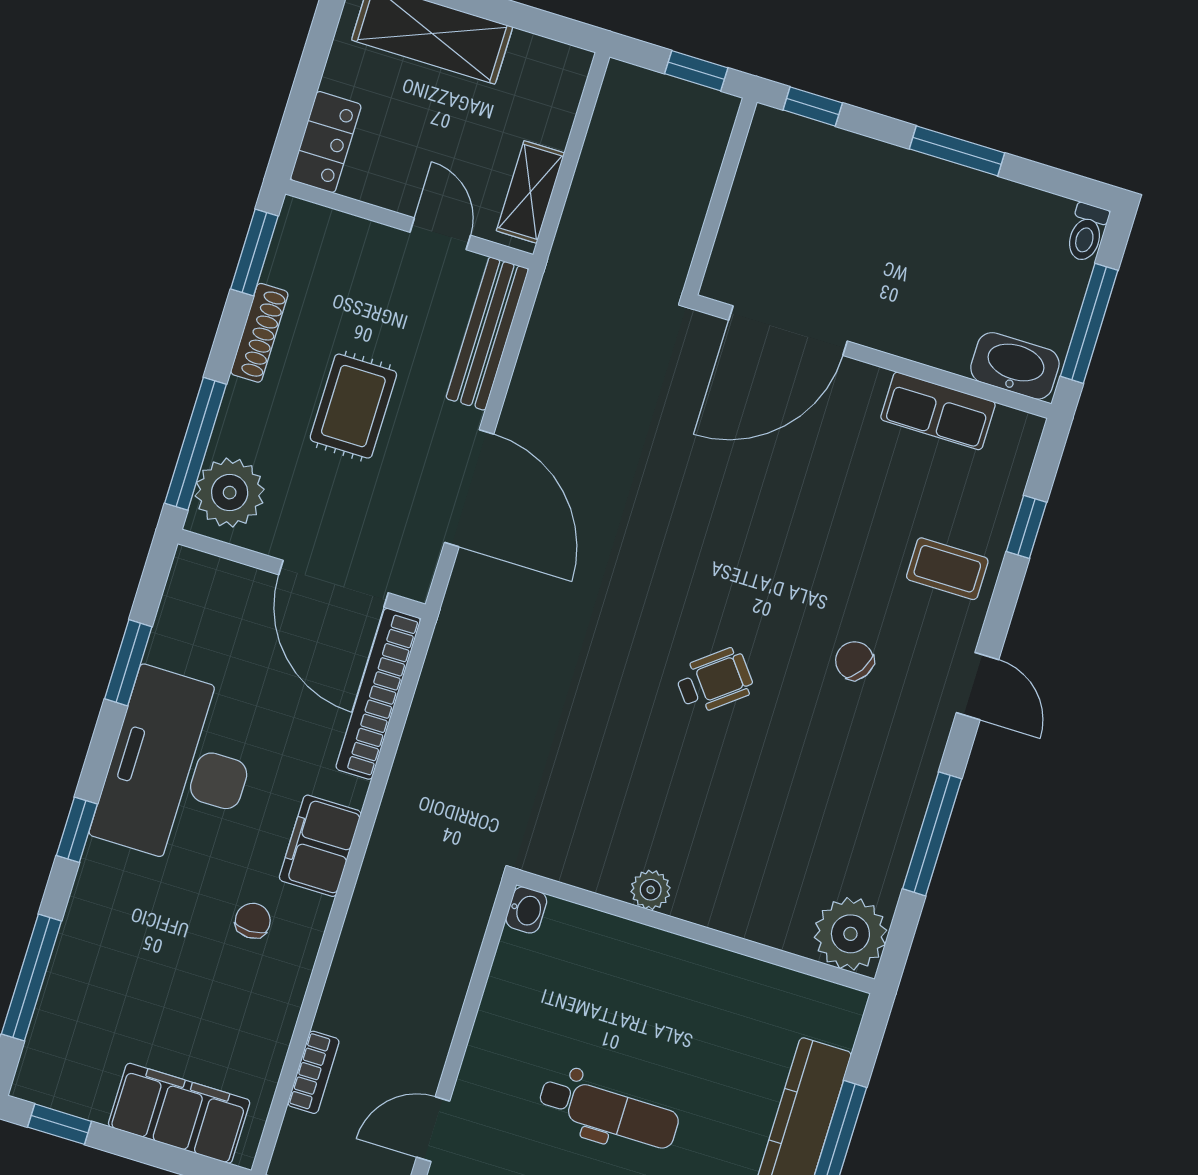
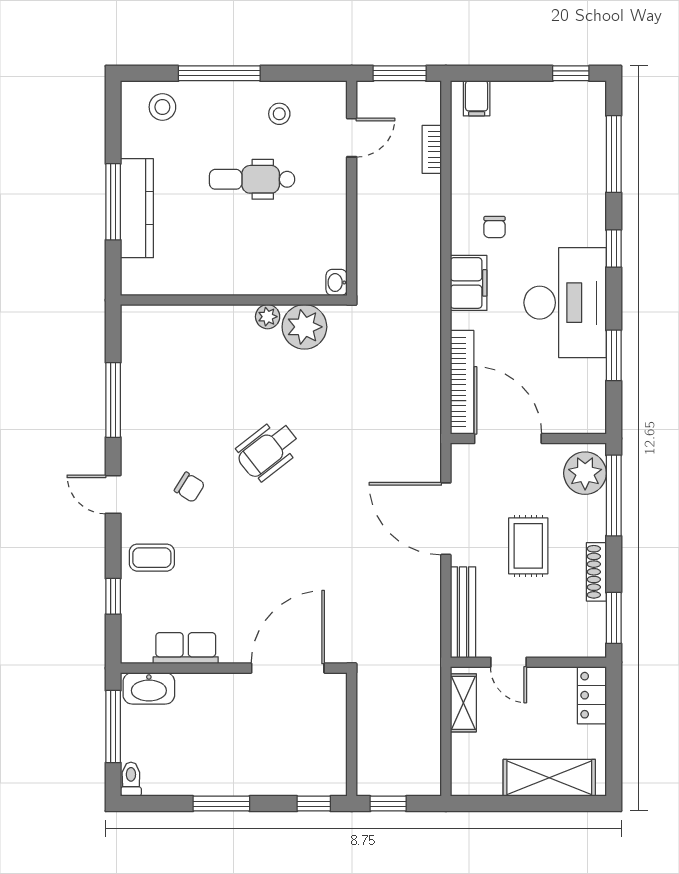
wheelchair: (714, 681) -> (268, 450), width x1.36, depth x1.37
plant: (850, 934) -> (304, 327), moved
filing cabinet: (179, 1113) -> (477, 98), width x0.33, depth x0.86

